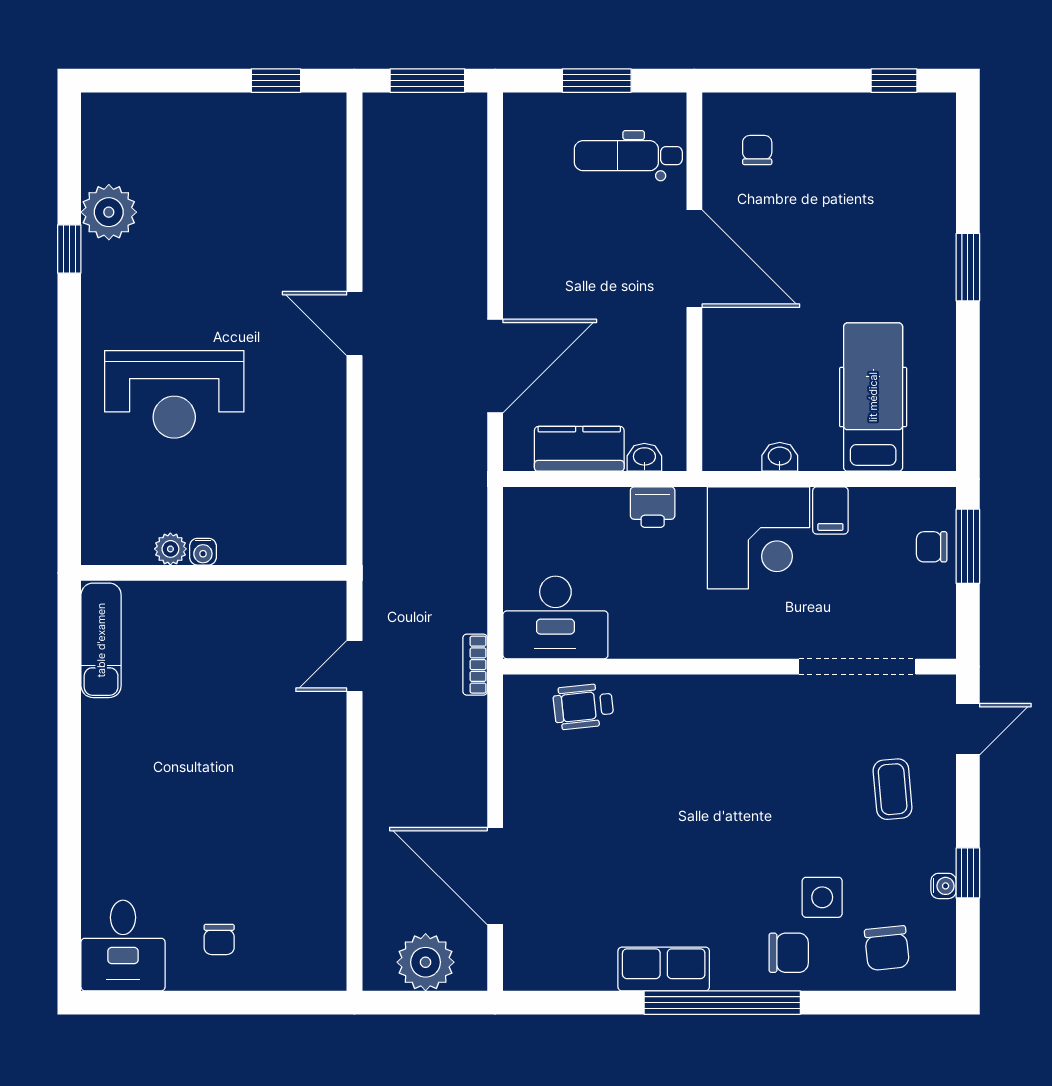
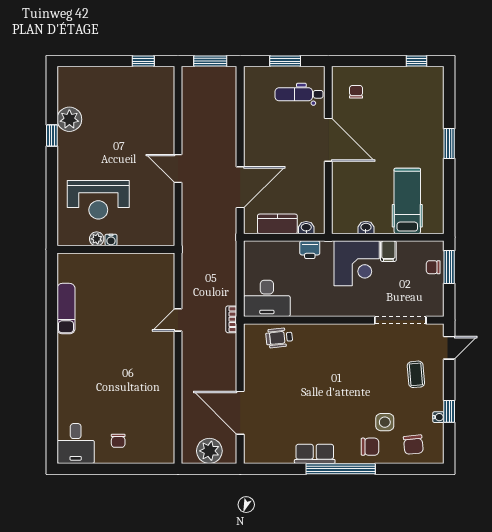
plant: (170, 549) -> (97, 239), moved
water cooler: (203, 552) -> (111, 240), moved
wall: (214, 573) -> (116, 249), moved

